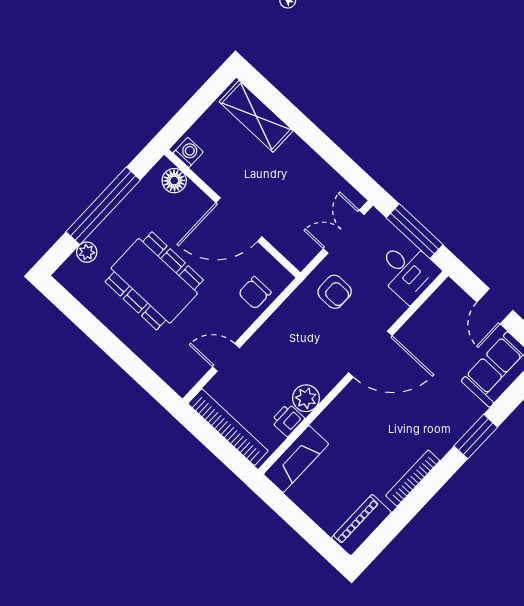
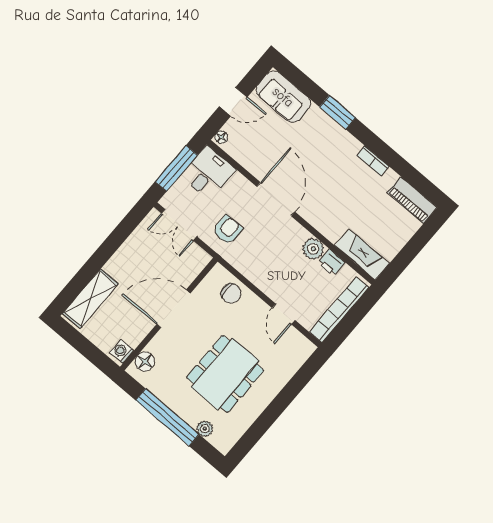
door: (239, 220) -> (173, 309), swing flipped
floor lamp: (451, 289) -> (221, 137), added
bookcase: (413, 478) -> (373, 161), width x0.64

